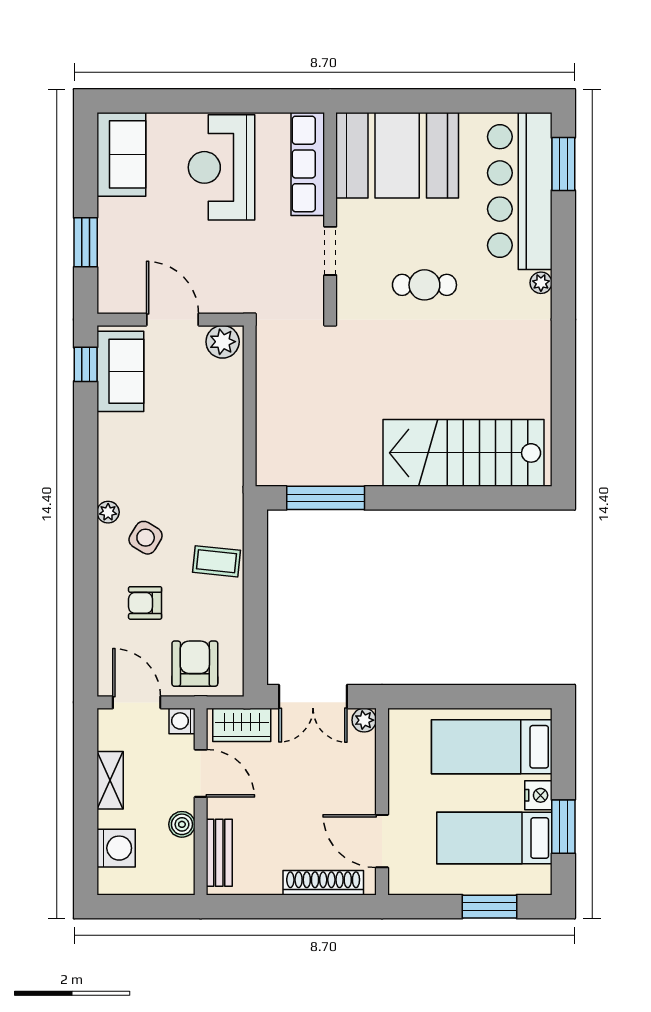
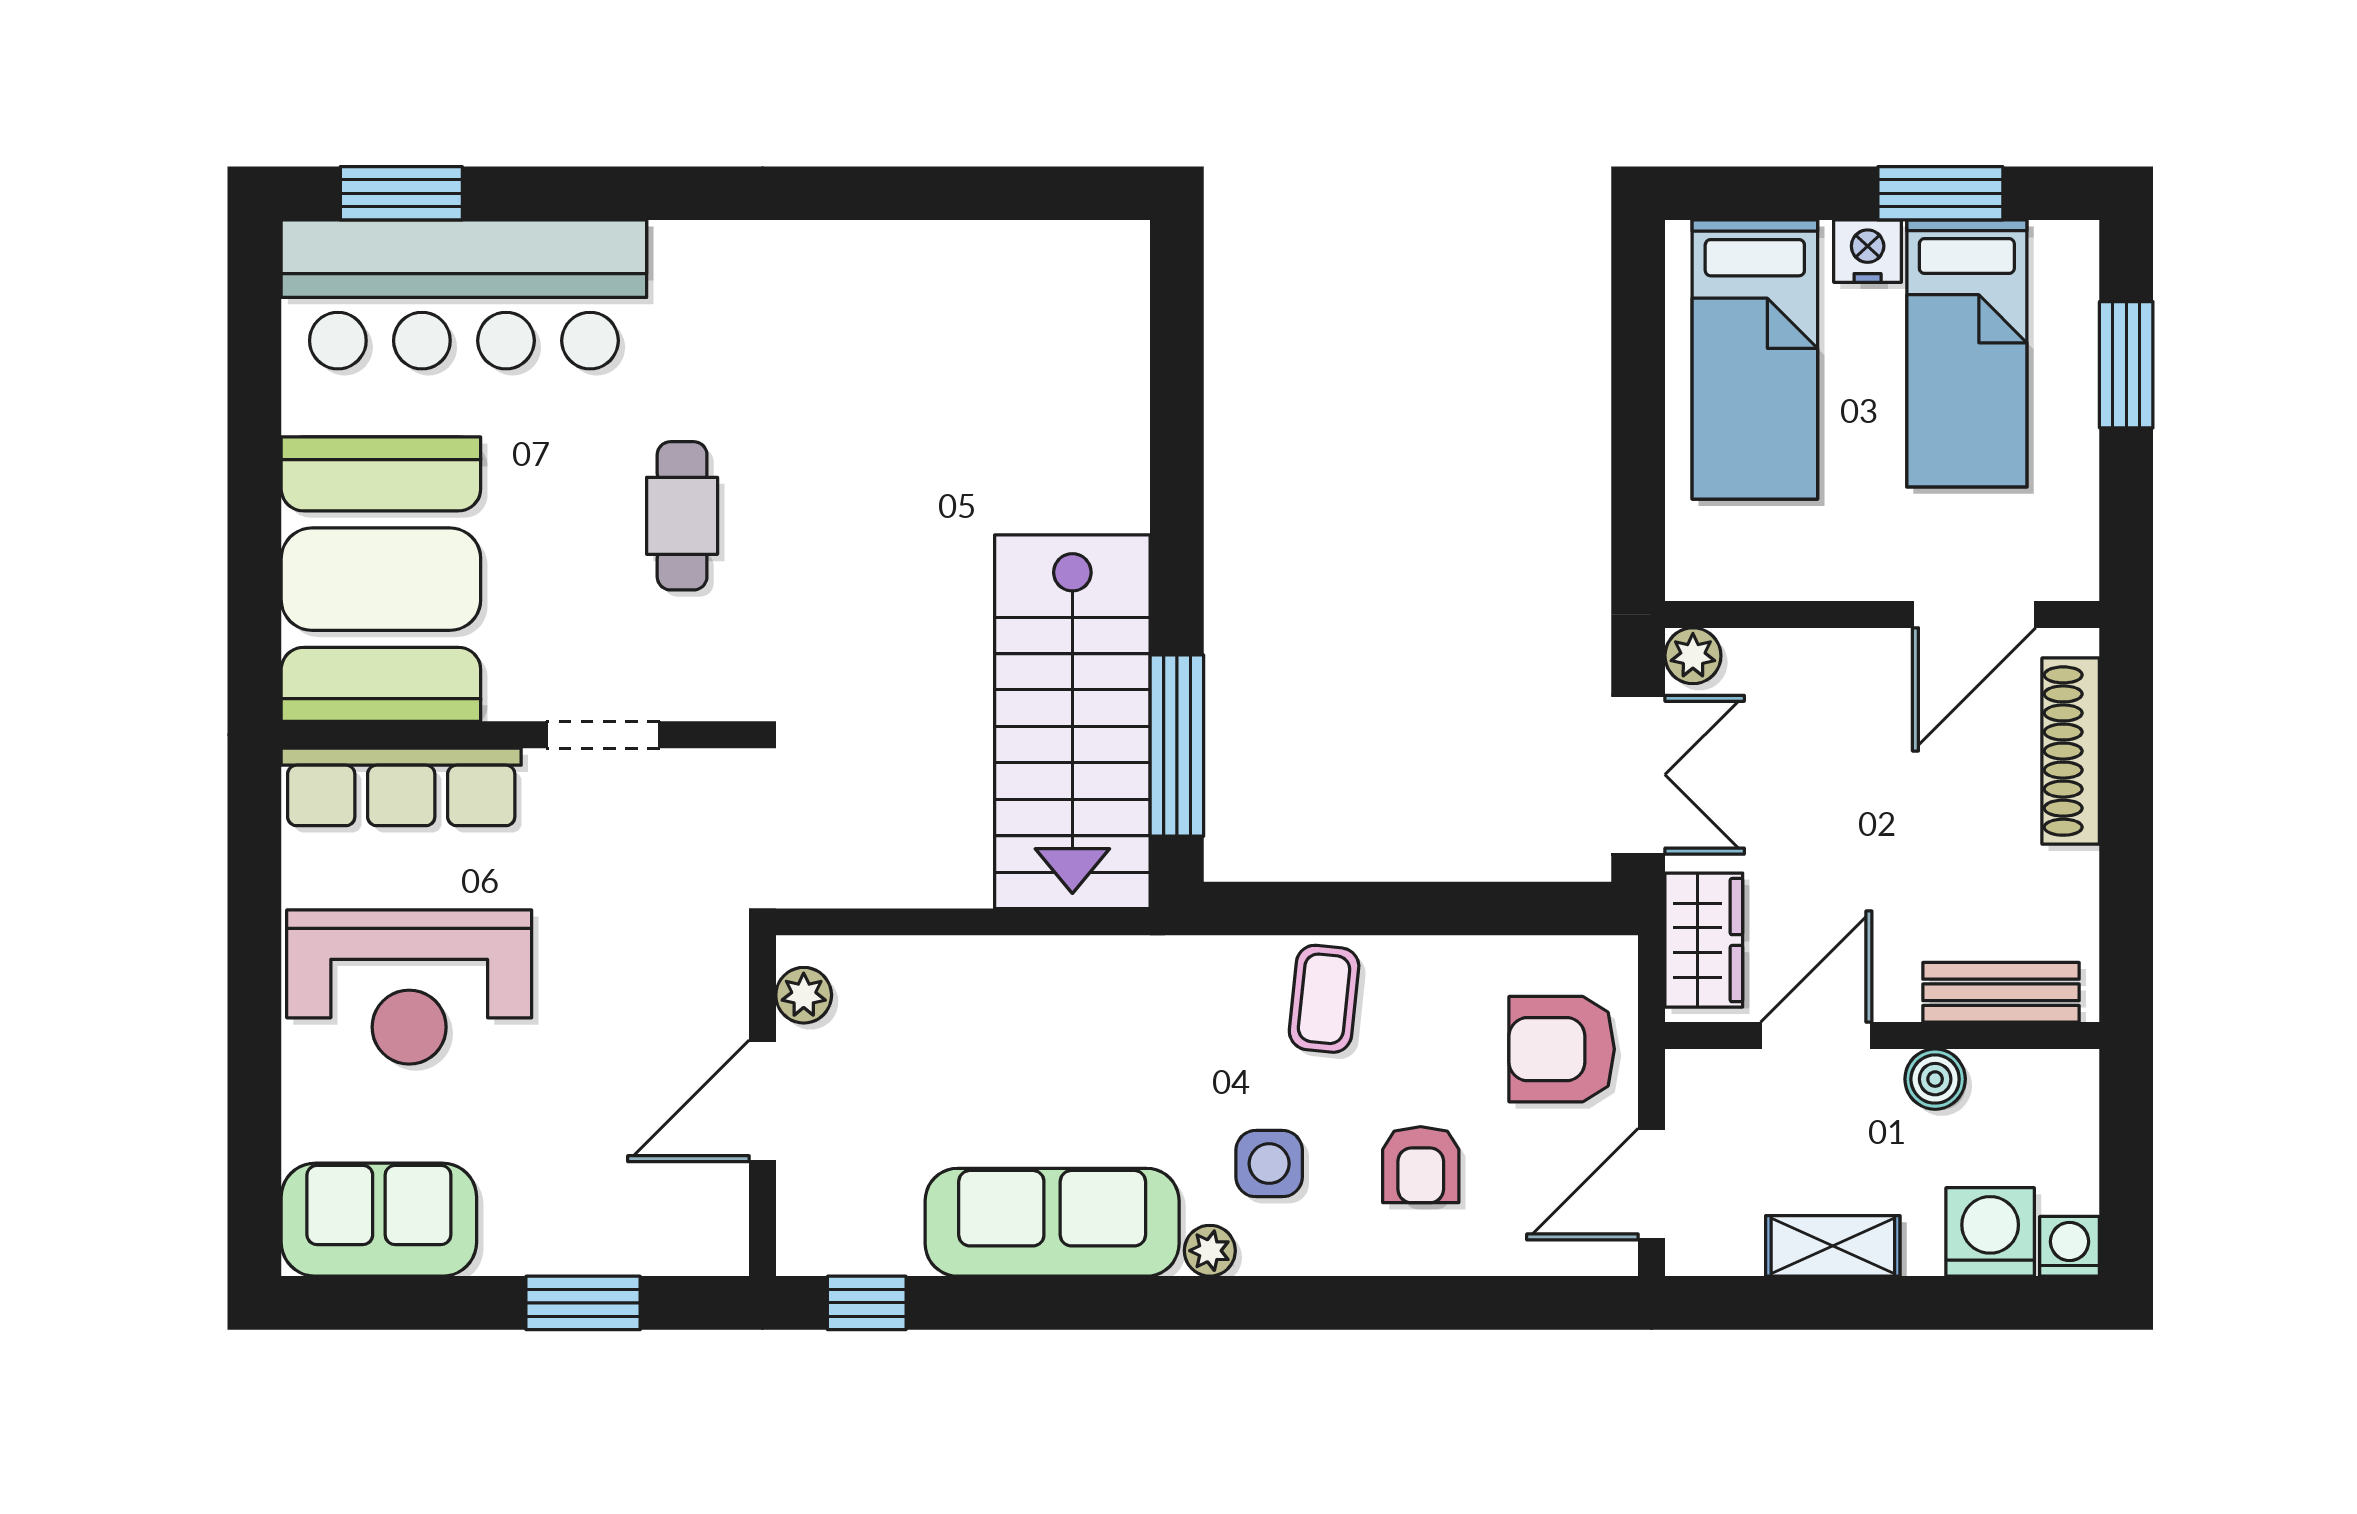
plant: (541, 283) -> (677, 245), removed
plant: (223, 342) -> (804, 995), width x0.73, depth x0.73
sofa: (120, 371) -> (1052, 1222), moved, width x1.36
stairs: (463, 453) -> (1072, 722), moved
side table: (146, 538) -> (1269, 1164), turned -31
washing machine: (182, 721) -> (2070, 1246), moved, turned 180

